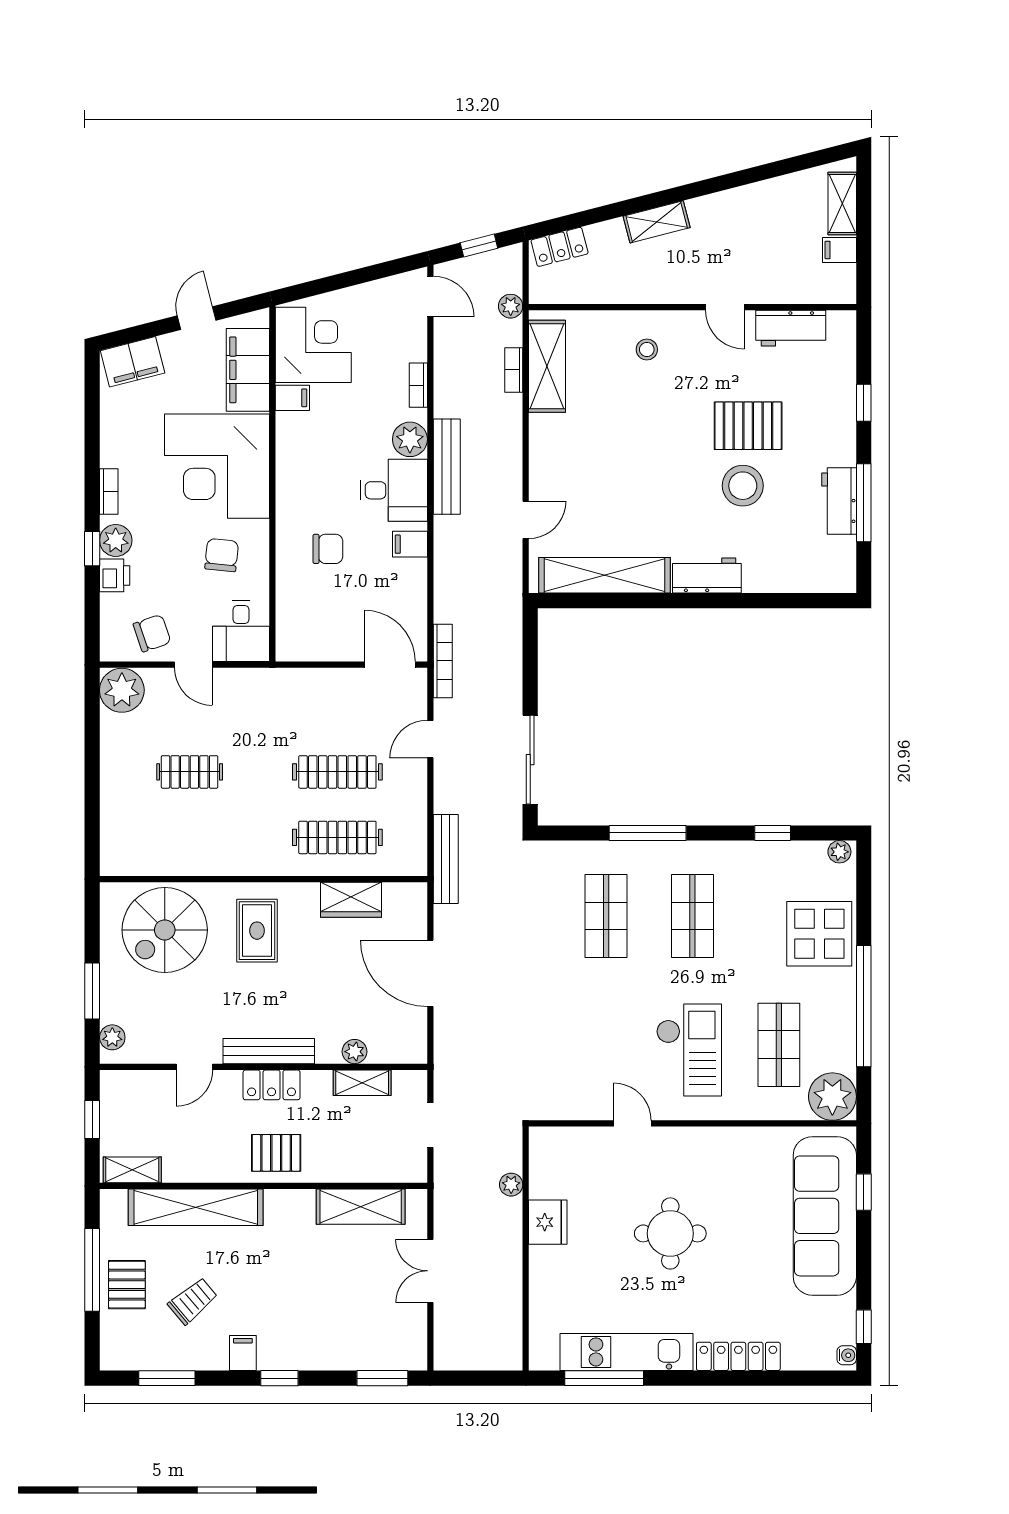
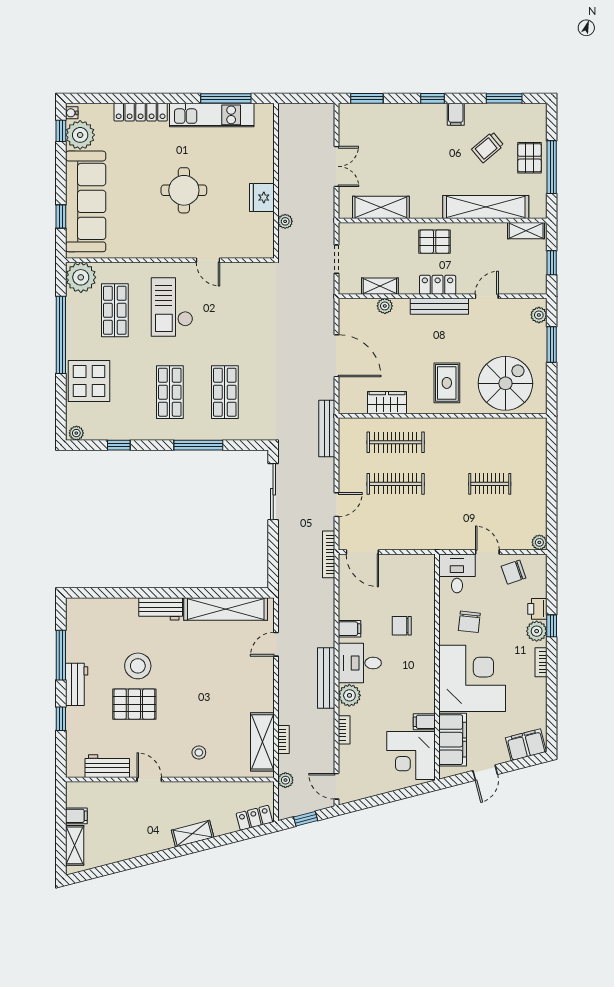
workbench: (839, 501) -> (77, 684), moved
plant: (122, 690) -> (539, 542), width x0.53, depth x0.53
plant: (833, 1320) -> (80, 135), added

